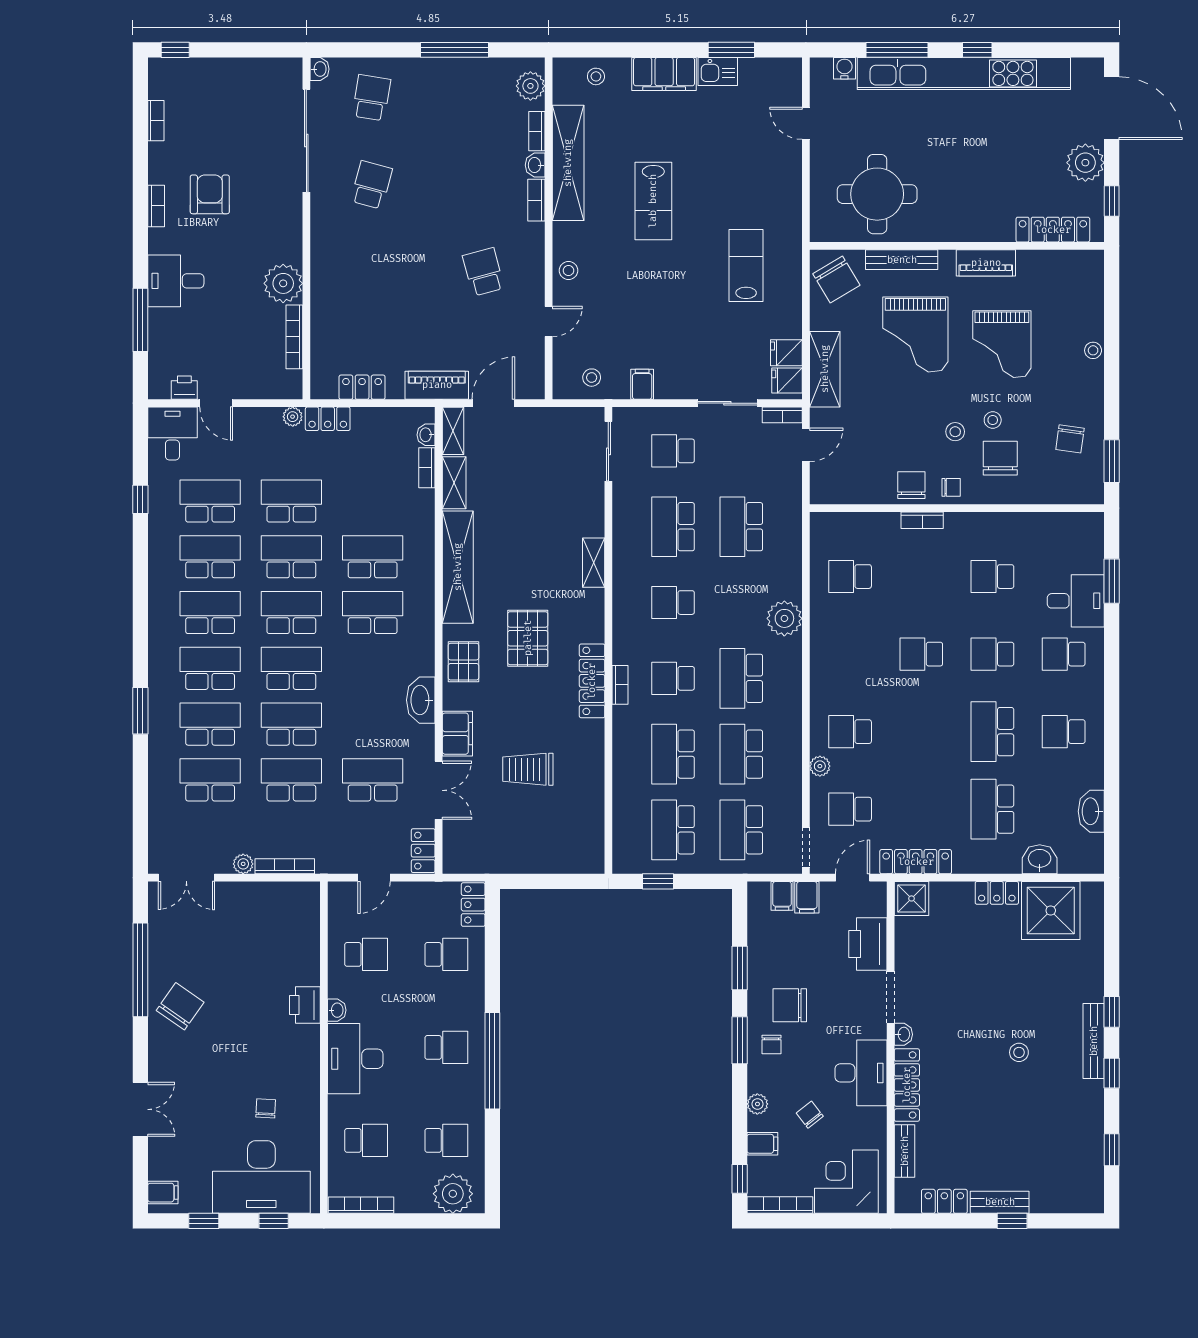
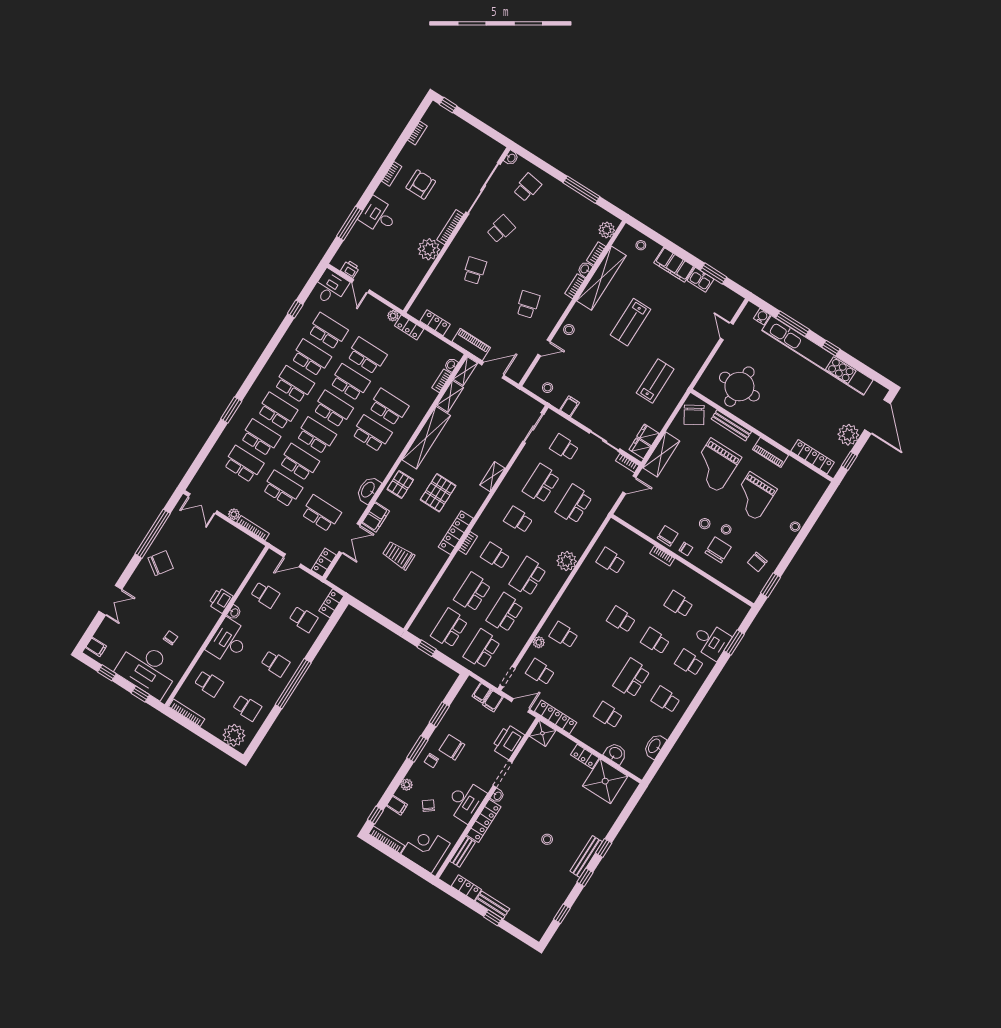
school desk: (371, 272) -> (474, 271), added
bookcase: (294, 337) -> (450, 227), moved
school desk: (992, 809) -> (608, 715), width x0.54

